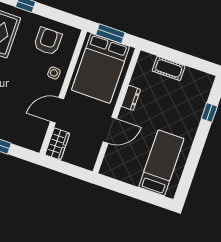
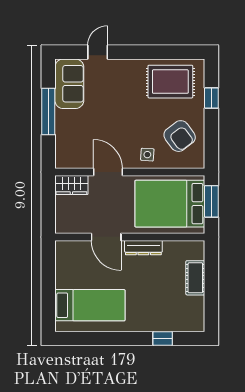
armchair: (48, 41) -> (180, 136), turned 53
dresser: (131, 98) -> (143, 248), width x1.44

